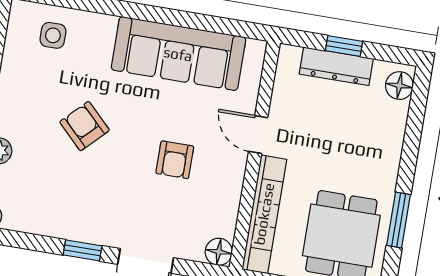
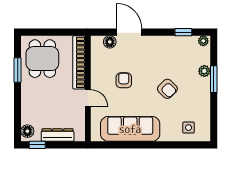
window: (344, 46) -> (37, 145), moved
window: (83, 250) -> (183, 32), moved
floor lamp: (219, 252) -> (110, 42), moved

